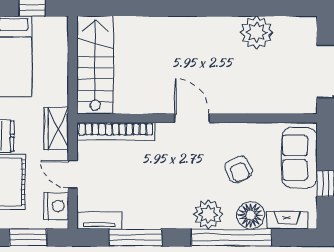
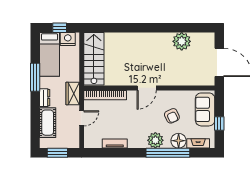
door: (192, 118) -> (147, 88), swing flipped
door: (73, 174) -> (82, 118), swing flipped
nightstand: (56, 206) -> (68, 39), moved, turned -90
tv unit: (99, 220) -> (115, 144), moved
window: (135, 237) -> (116, 153), removed

